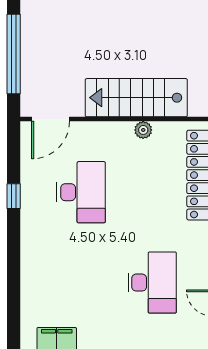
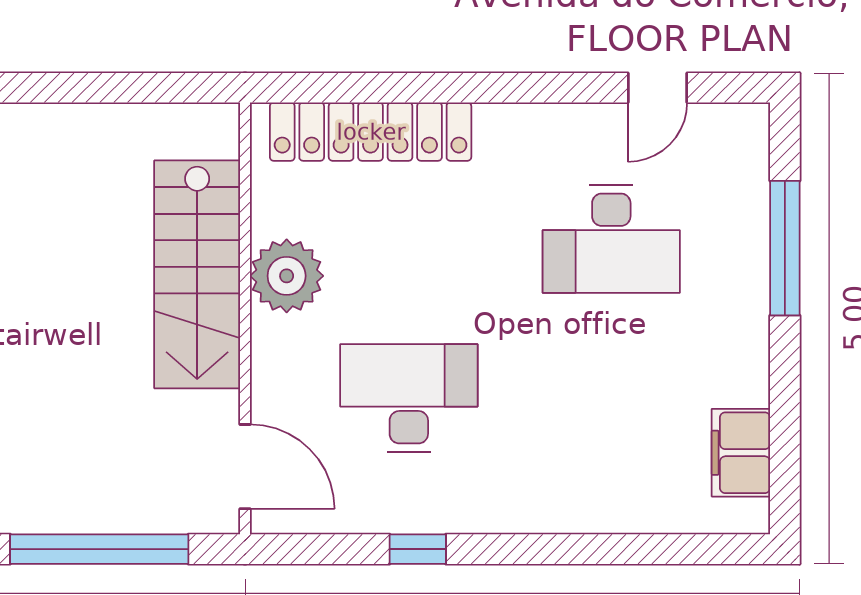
plant: (143, 130) -> (287, 276), width x1.87, depth x1.87
desk: (152, 283) -> (611, 239), turned 180

